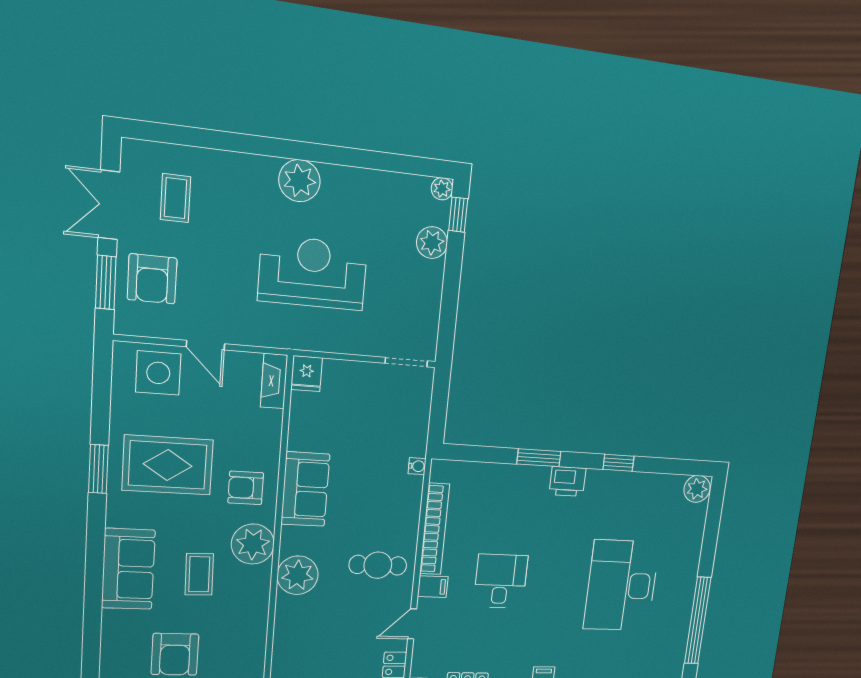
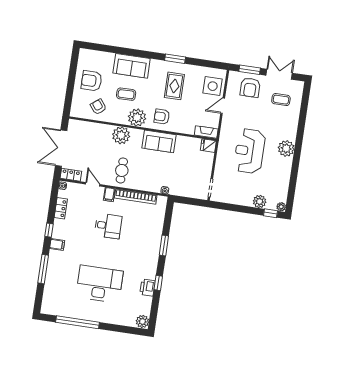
reception desk: (313, 273) -> (250, 151), turned 180
armchair: (152, 279) -> (250, 88), turned -90
rug: (168, 465) -> (174, 86), width x0.73, depth x0.70
printer: (567, 481) -> (147, 288), moved
armchair: (246, 488) -> (162, 117), turned -90
armchair: (235, 632) -> (98, 107), added

